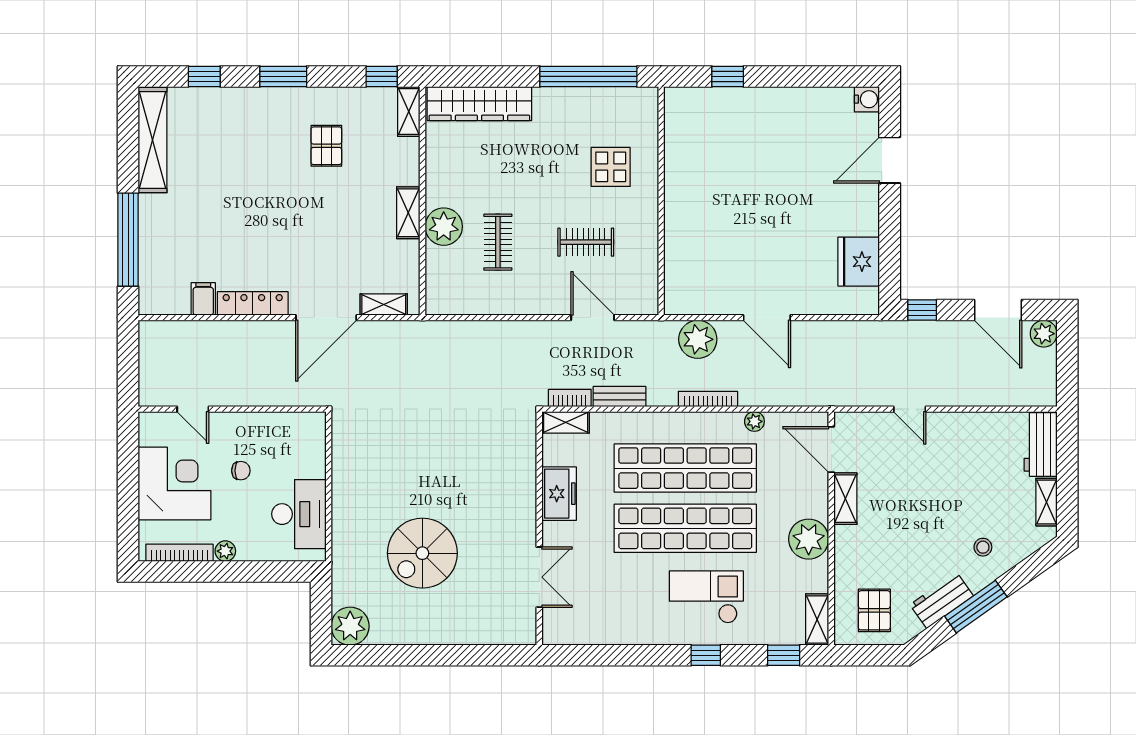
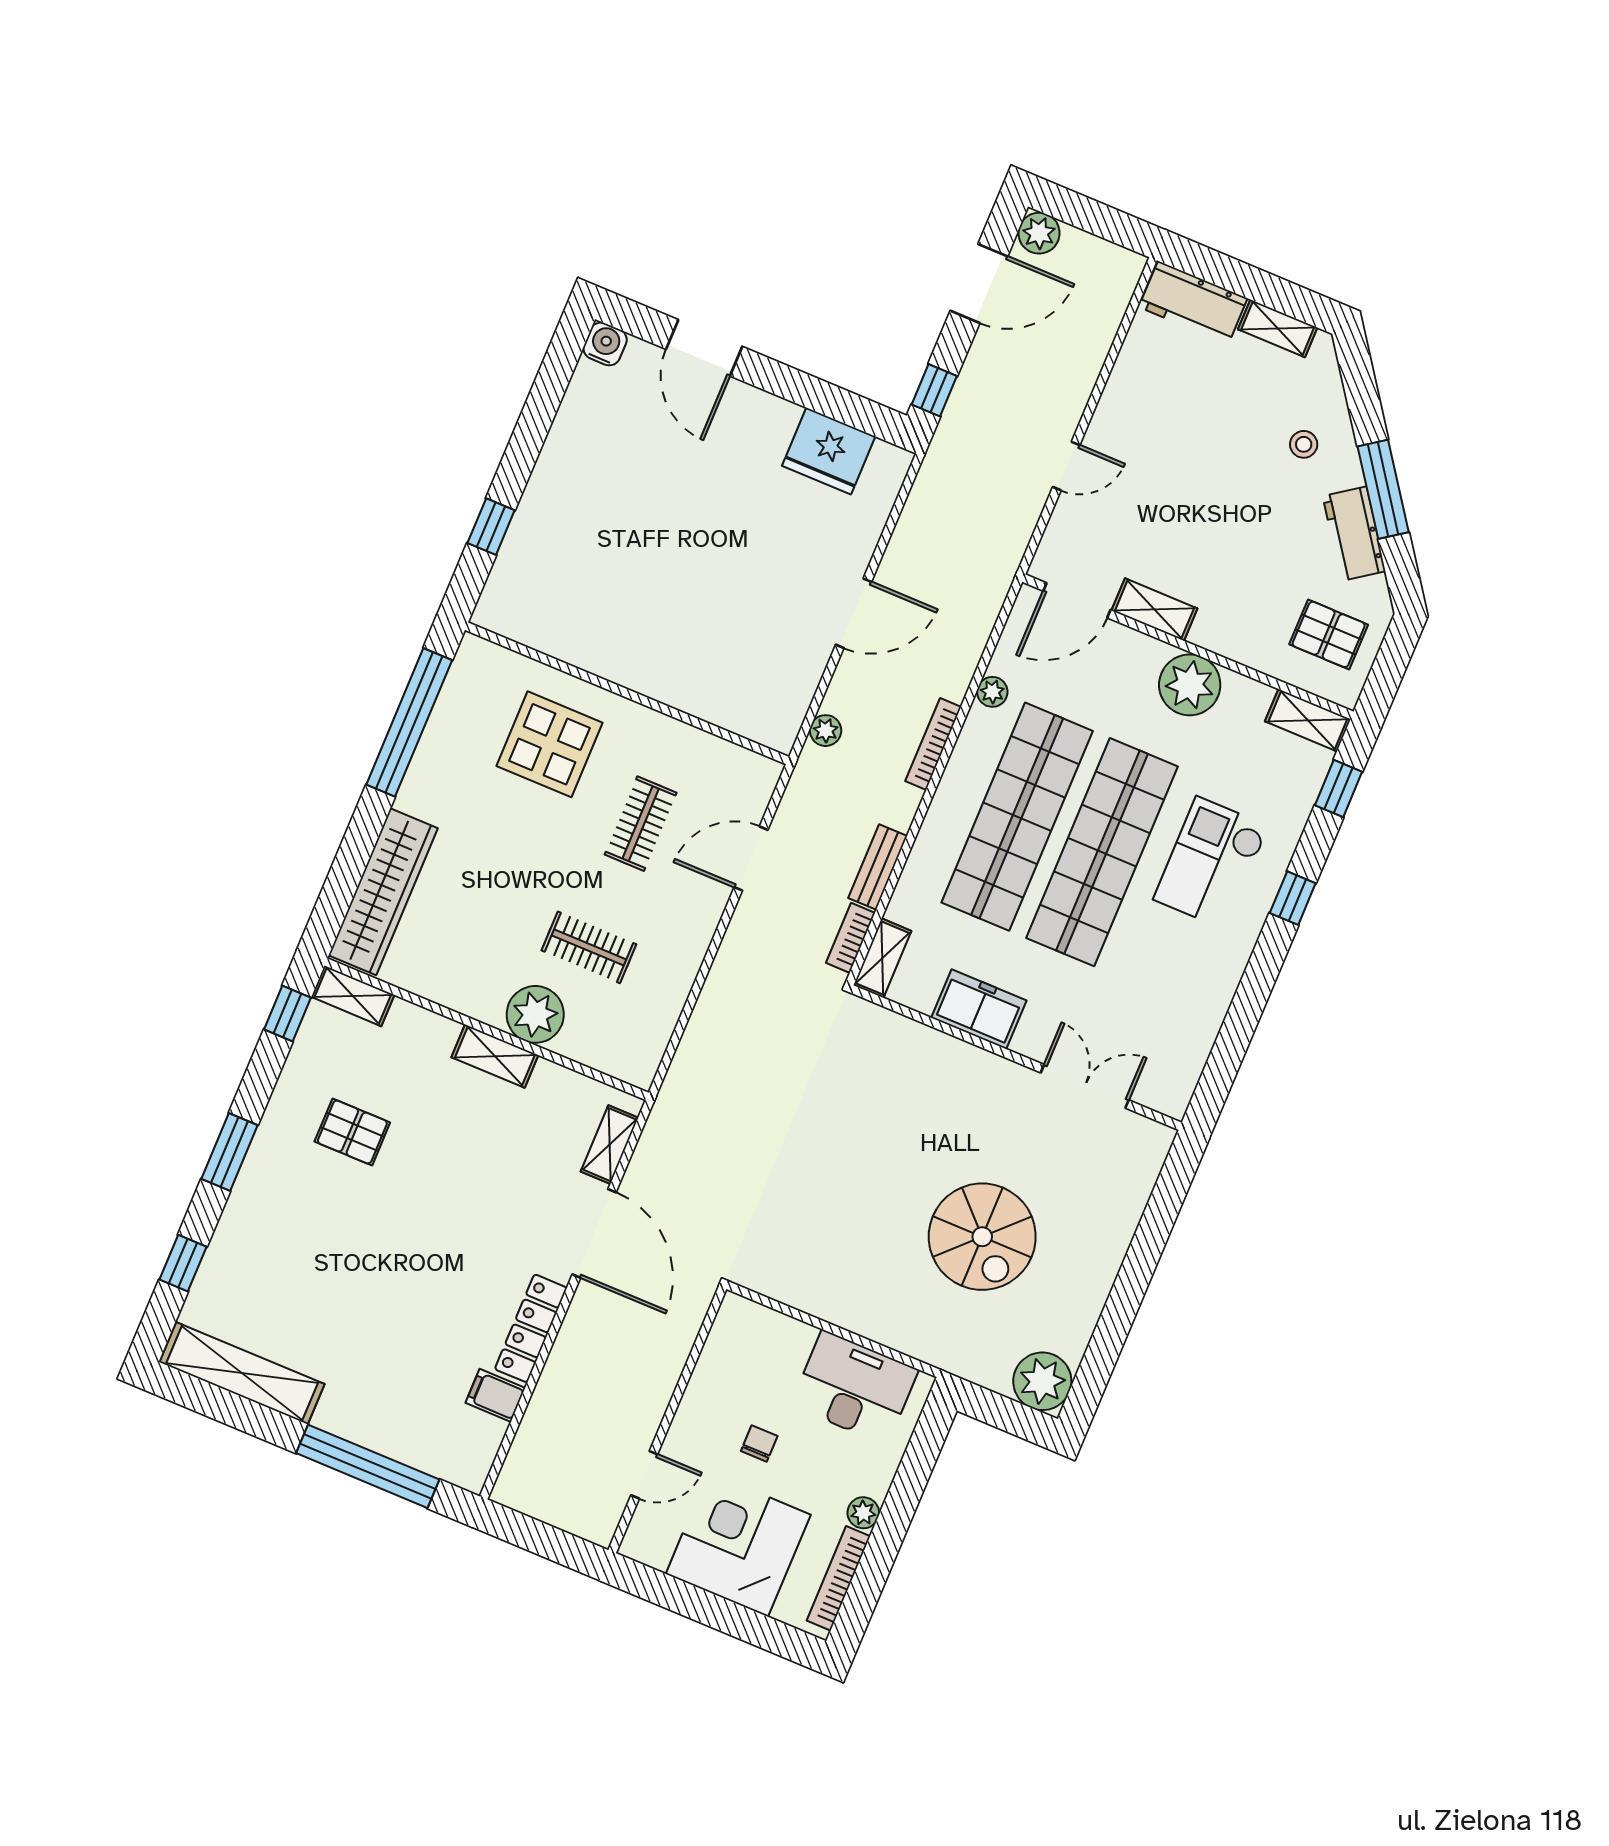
display table: (611, 167) -> (549, 744), width x1.36, depth x1.36
plant: (698, 339) -> (826, 731), width x0.53, depth x0.53

